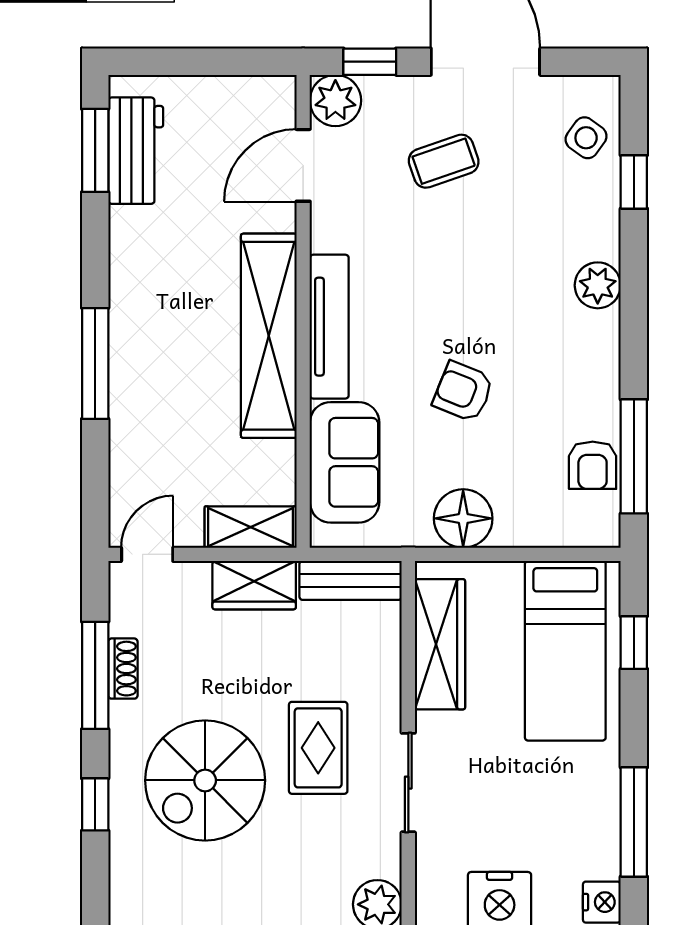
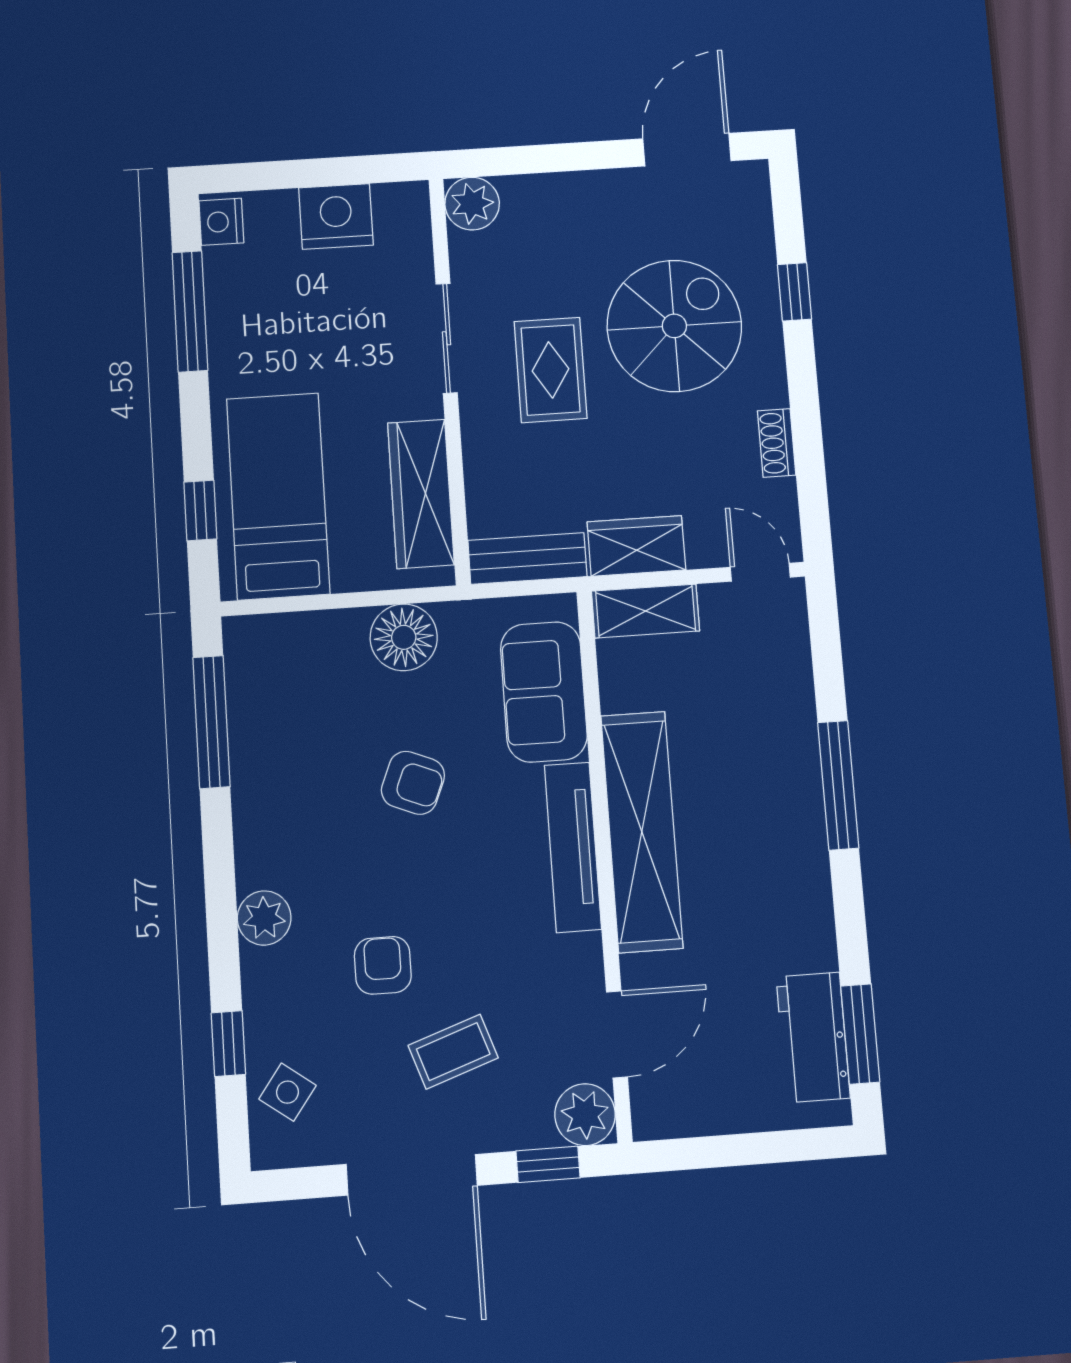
armchair: (593, 465) -> (383, 965), moved
door: (147, 554) -> (760, 572), swing flipped
window: (95, 675) -> (807, 433), removed

